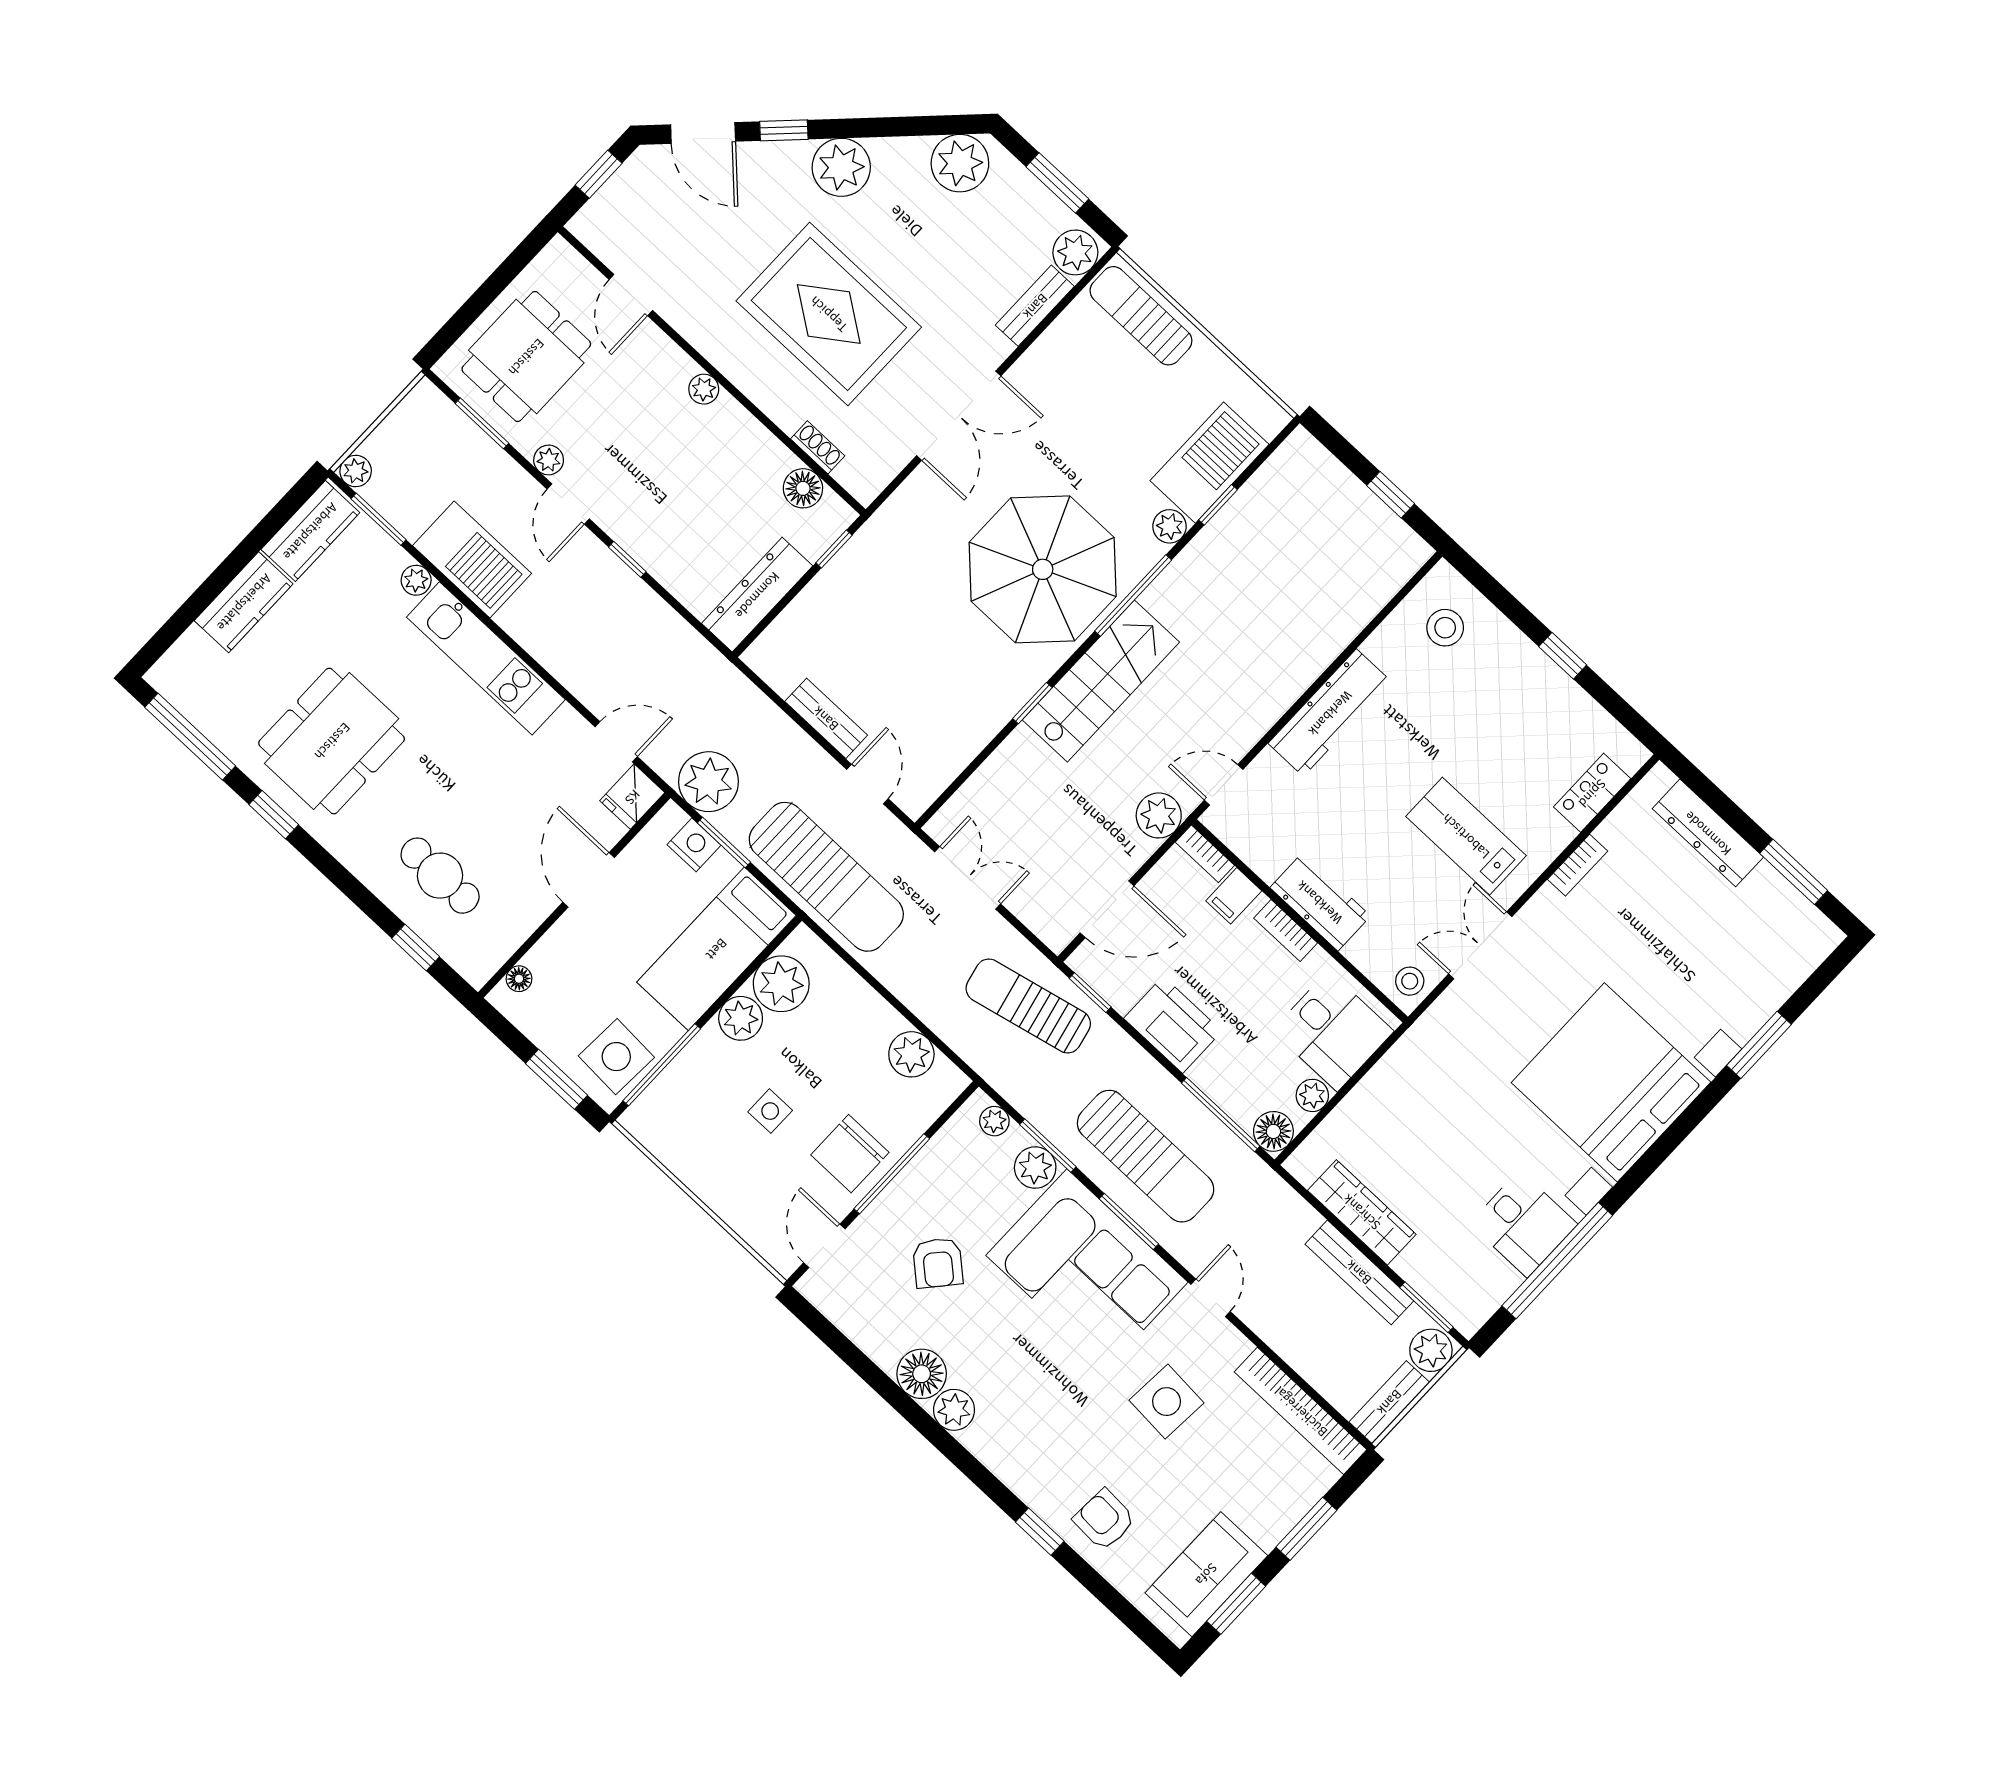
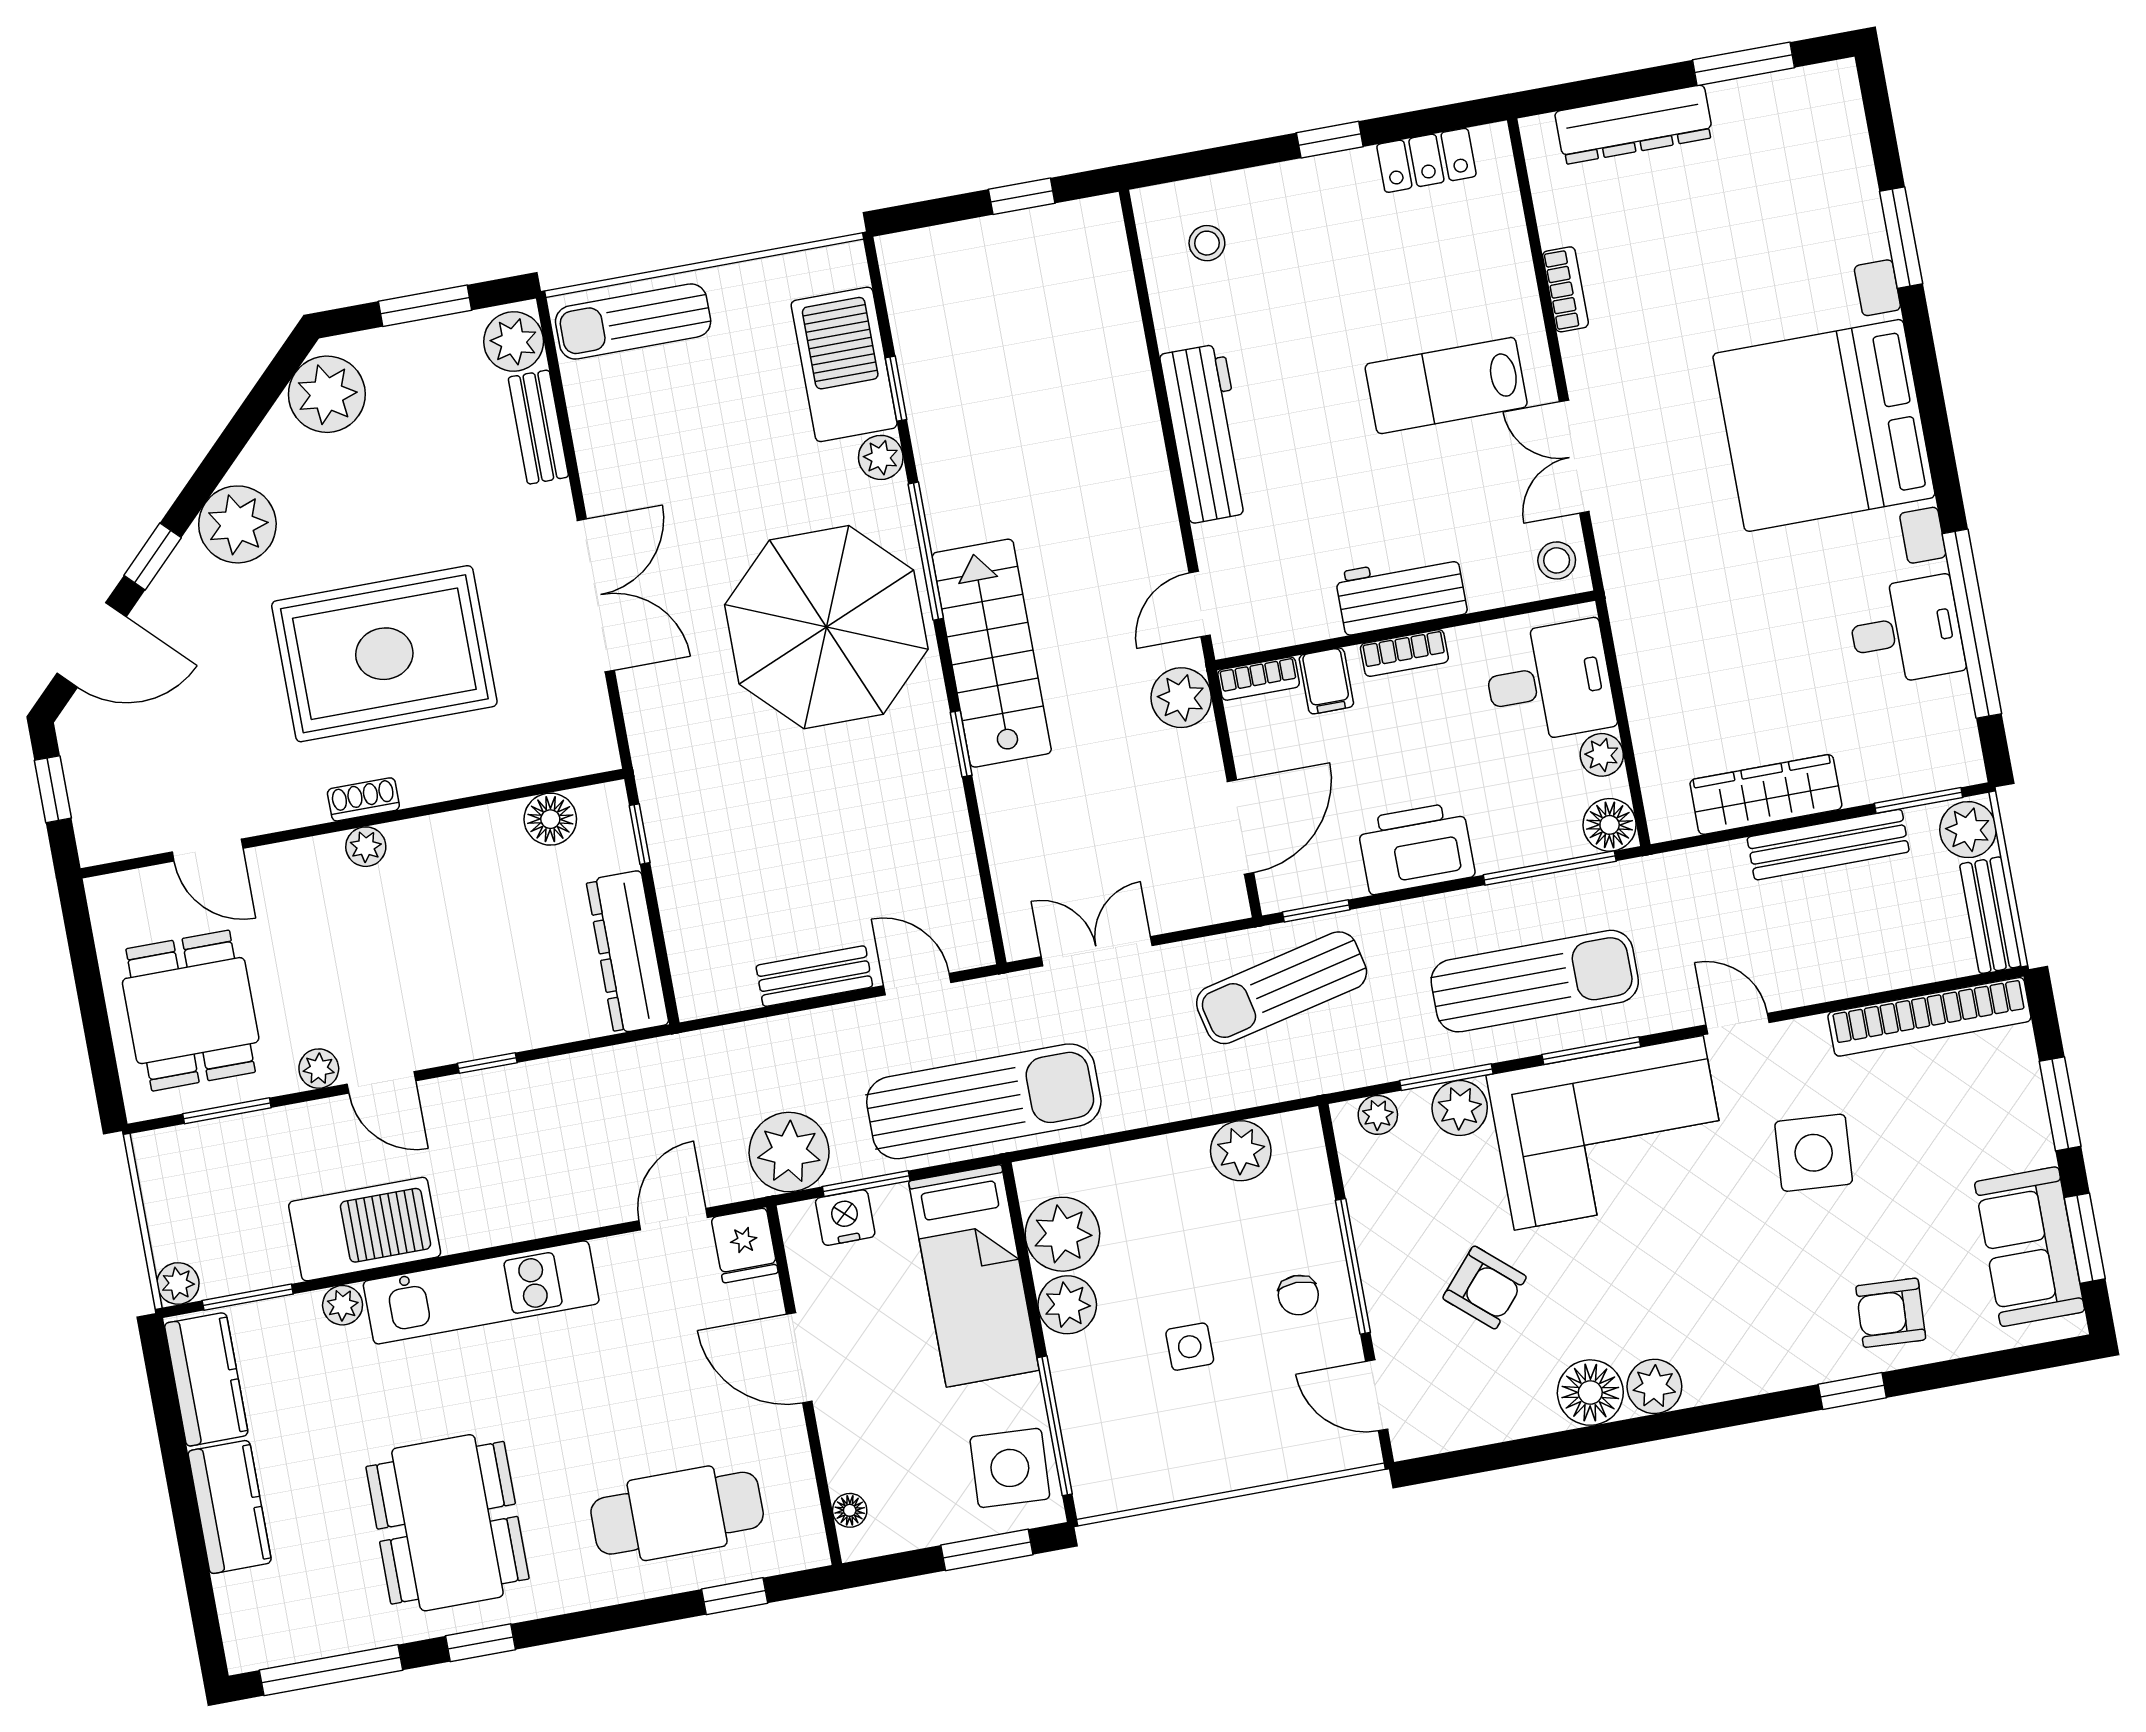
shoe rack: (818, 447) -> (363, 799), moved
stool: (1445, 628) -> (1207, 243), width x0.73, depth x0.73
locker: (1592, 793) -> (1426, 160), moved, turned -90
cafe table: (440, 876) -> (677, 1513), width x1.37, depth x1.35
chair: (850, 1154) -> (1298, 1295), width x0.54, depth x0.54

